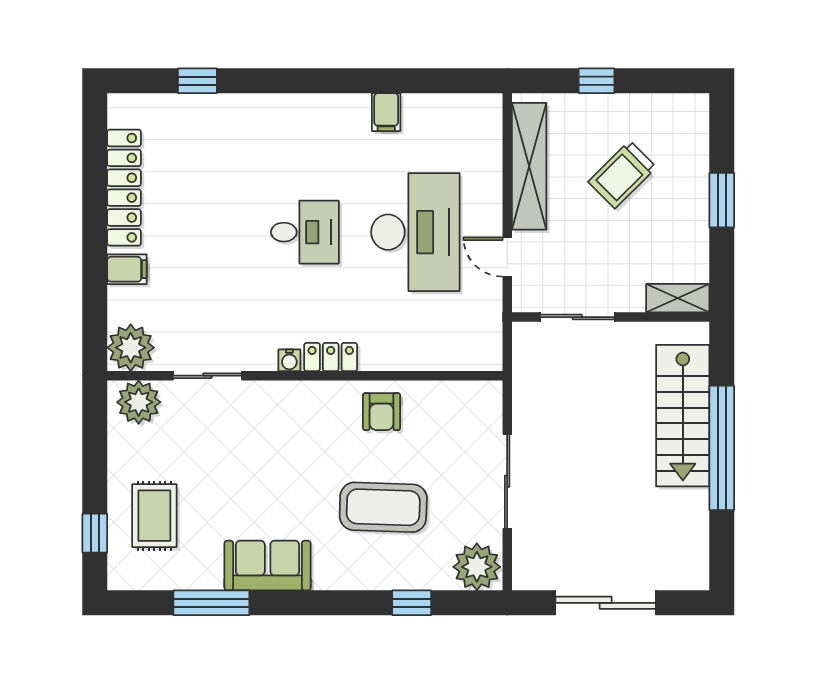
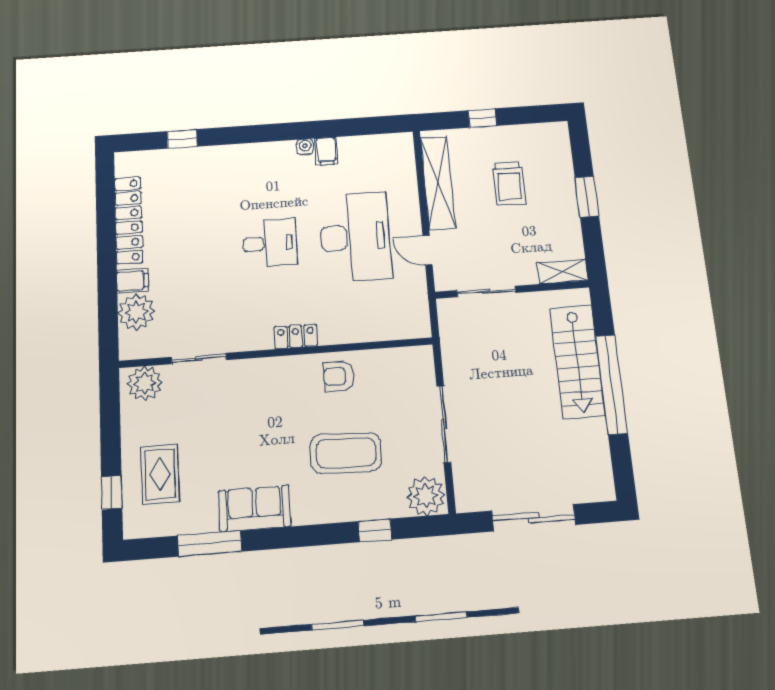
trolley: (622, 175) -> (509, 183), turned -45
plant: (131, 348) -> (136, 312), moved
water cooler: (289, 360) -> (305, 147), moved, turned 180
armchair: (382, 412) -> (339, 376), turned 90

